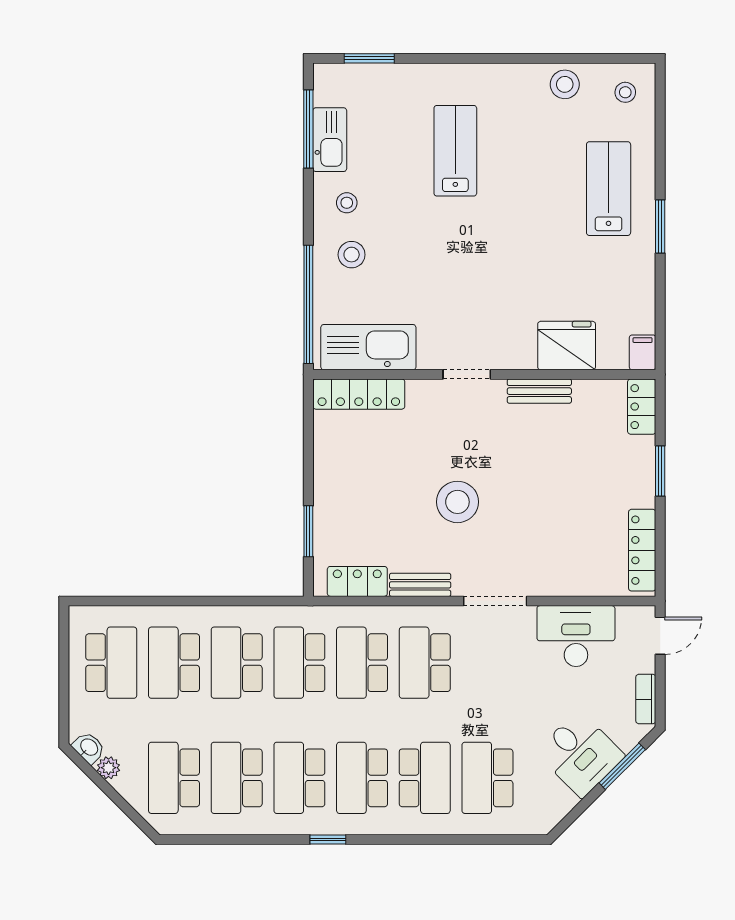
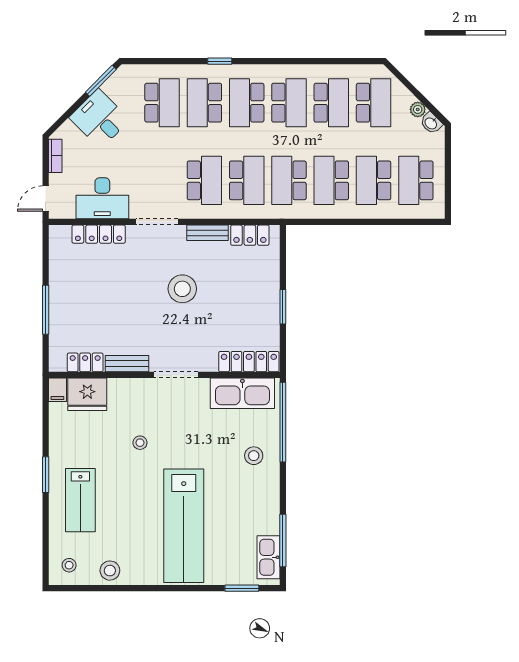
kitchen sink: (330, 140) -> (268, 557), moved
lab bench: (455, 151) -> (184, 526), width x1.86, depth x1.39
stool: (347, 203) -> (140, 443), moved
fridge: (567, 346) -> (87, 394), moved
doorway: (467, 374) -> (176, 375), width x1.38
locker: (642, 407) -> (85, 362), moved, turned -90
window: (660, 471) -> (46, 310), width x1.44
window: (308, 531) -> (283, 307), moved
locker: (642, 550) -> (99, 234), moved, turned 90
school desk: (174, 663) -> (374, 180), turned 180
school desk: (237, 663) -> (331, 180), turned 180
school desk: (299, 663) -> (289, 180), turned 180
window: (622, 766) -> (101, 81), moved
school desk: (362, 778) -> (247, 103), turned 180
window: (328, 840) -> (220, 61), moved

